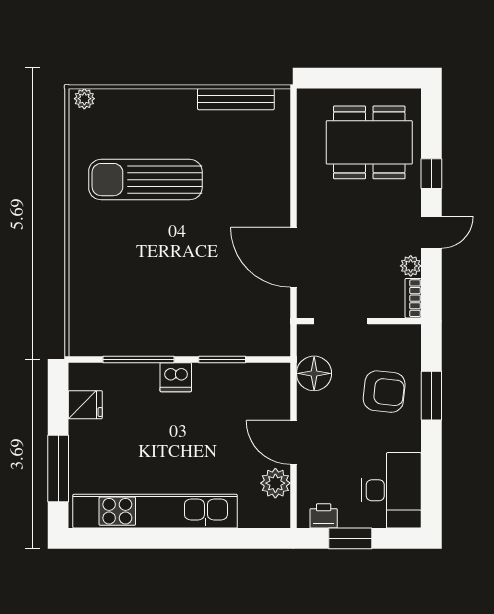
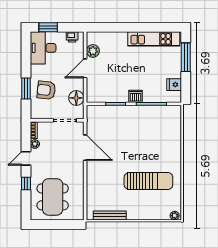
dining table: (369, 142) -> (53, 197), turned 90
door: (293, 442) -> (85, 68), swing flipped
kitchen unit: (155, 511) -> (154, 39), width x0.73
window: (350, 538) -> (48, 27), moved

